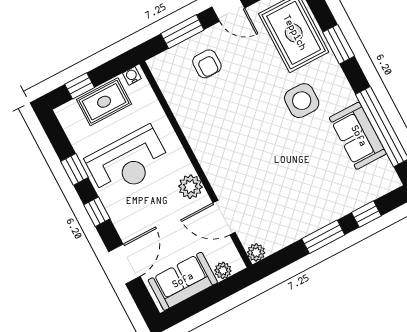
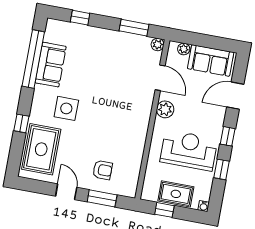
window: (339, 44) -> (21, 123), width x0.67
armchair: (207, 64) -> (103, 170), turned 90
water cooler: (132, 76) -> (204, 206), moved
window: (80, 86) -> (164, 210), moved
window: (323, 237) -> (134, 28), moved

